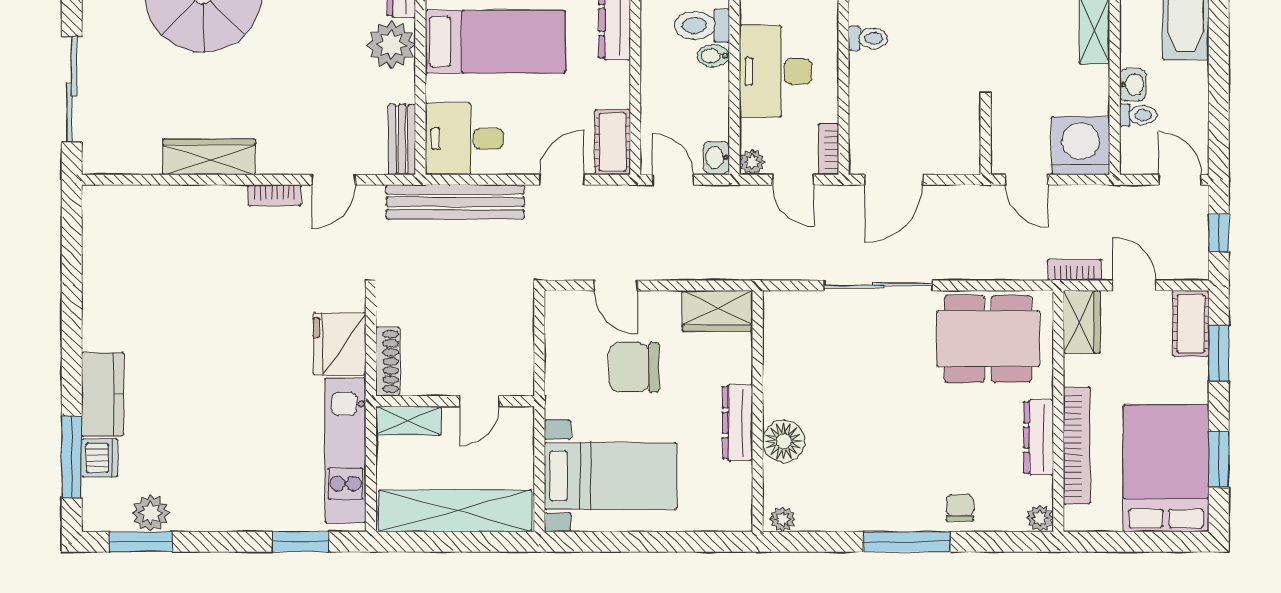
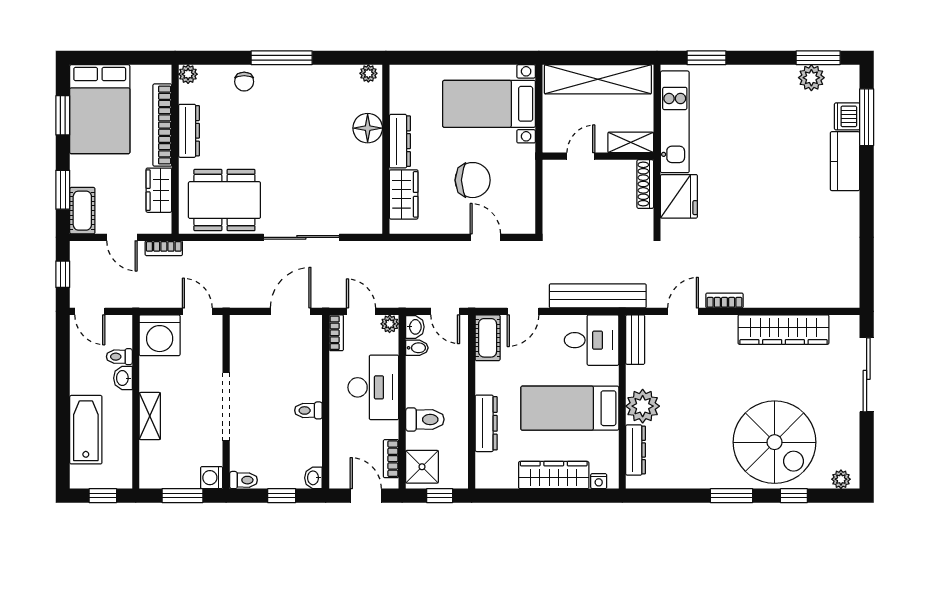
bidet: (713, 56) -> (417, 348), moved
wardrobe: (209, 157) -> (784, 330), width x1.40, depth x1.17
wardrobe: (717, 311) -> (404, 194), moved, turned 90
wardrobe: (1082, 322) -> (159, 190), moved

